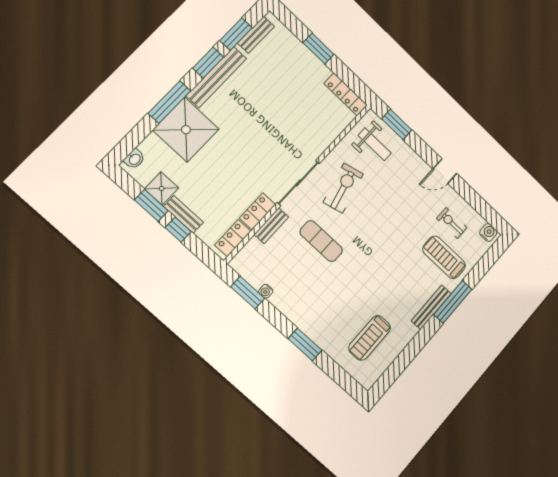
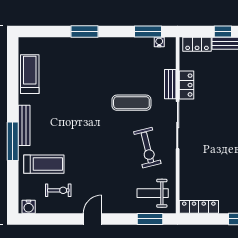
locker: (233, 238) -> (197, 44), moved, turned 90
water cooler: (266, 291) -> (159, 42), moved
treadmill: (370, 338) -> (30, 74), moved

